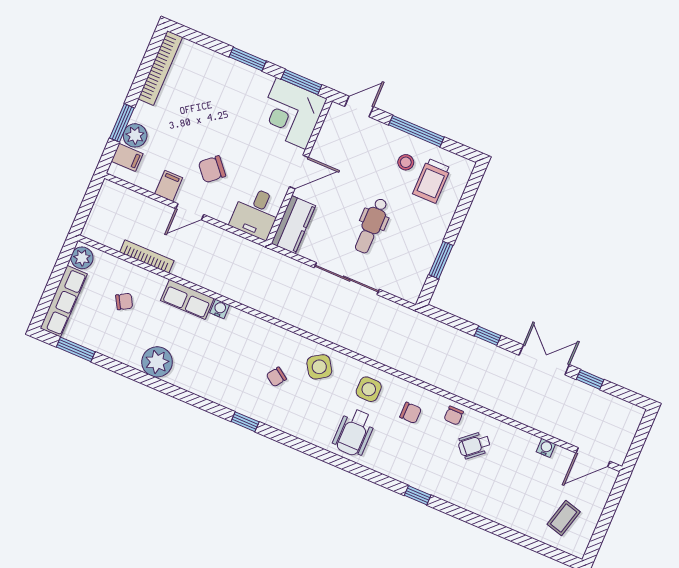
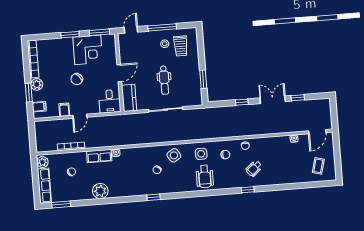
corner desk: (291, 113) -> (88, 50), moved, turned -90
plant: (135, 135) -> (37, 84), moved
chair: (212, 169) -> (77, 79), moved
wheelchair: (474, 445) -> (254, 168), moved

